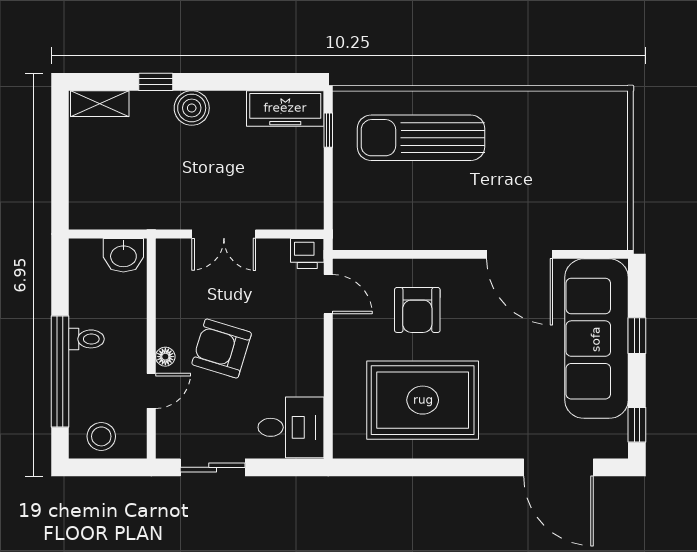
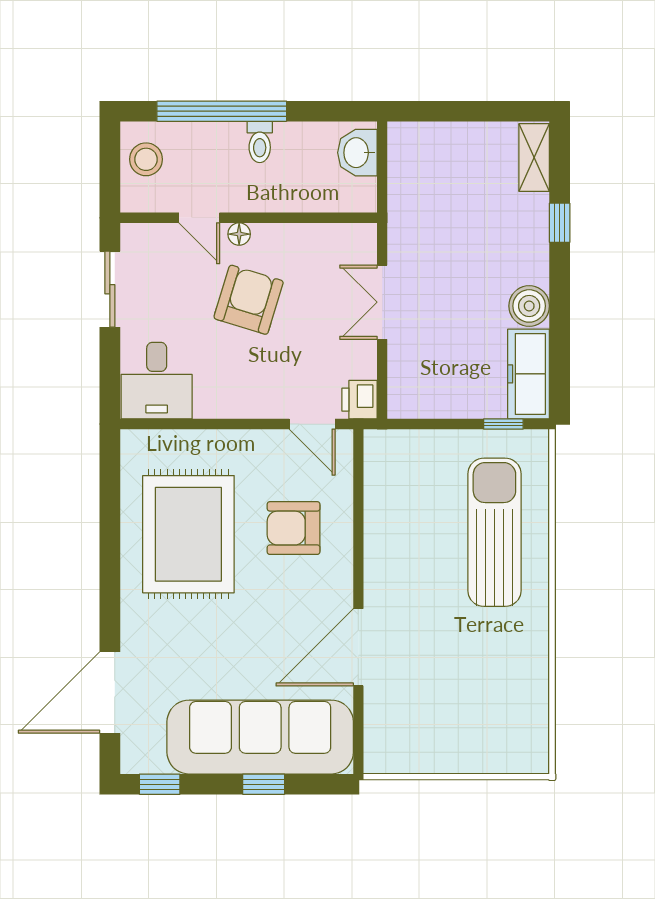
boiler: (192, 108) -> (529, 306), moved
washbasin: (123, 255) -> (357, 153), moved
door: (328, 294) -> (312, 424), hinge flipped

